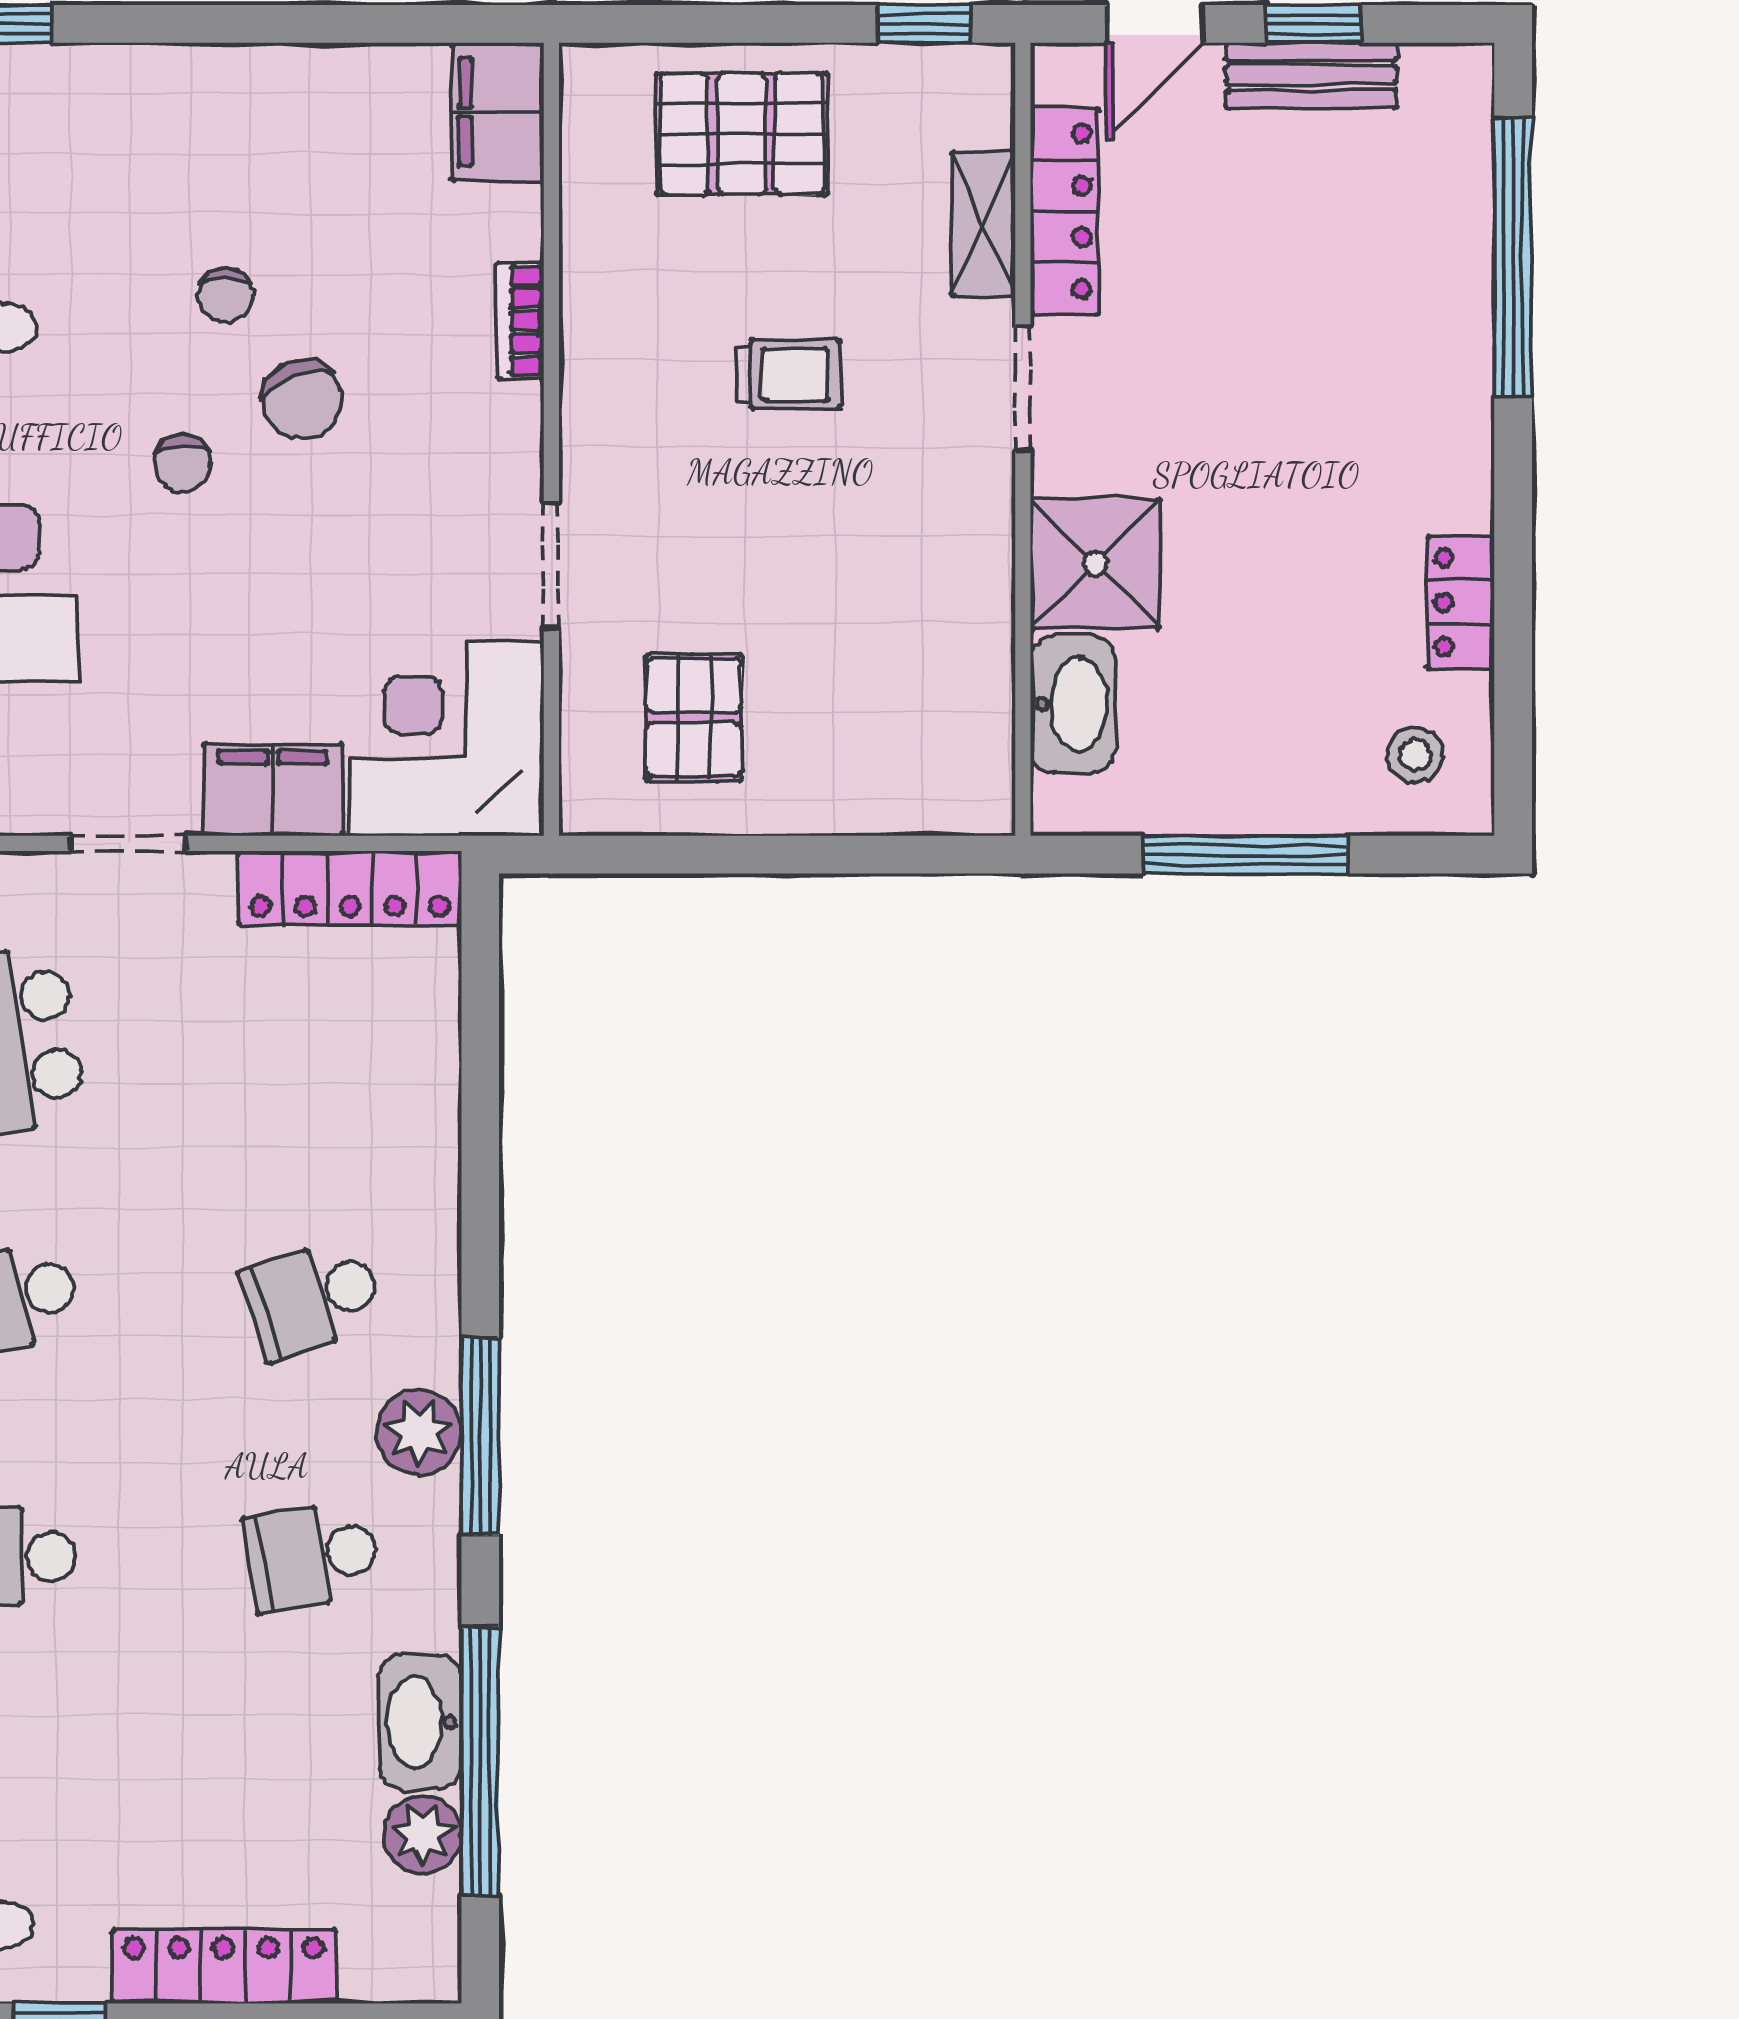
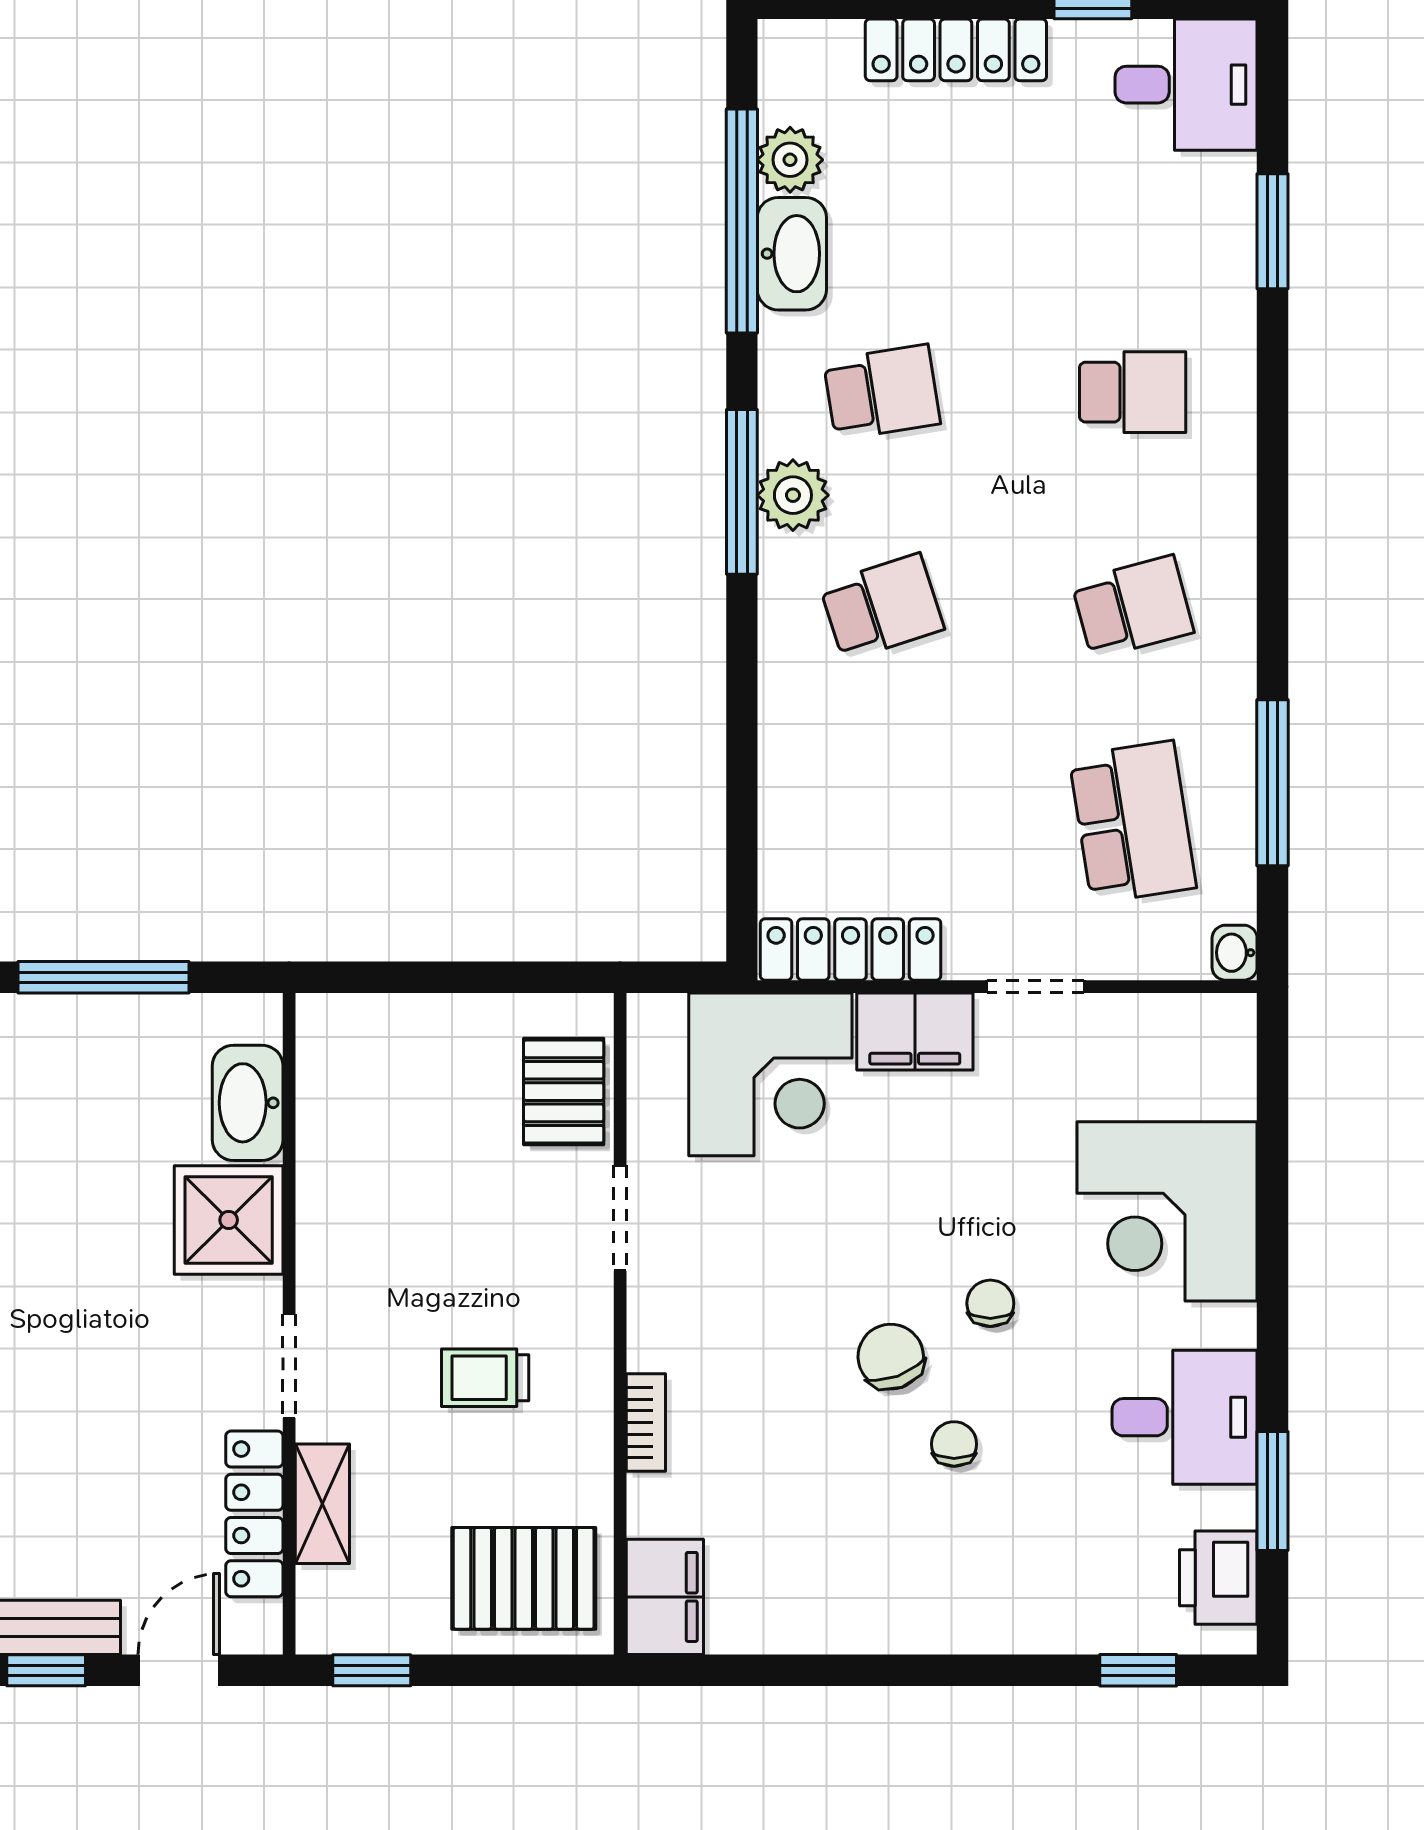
filing cabinet: (498, 112) -> (665, 1597), moved
bookcase: (520, 321) -> (646, 1423), moved
wall: (551, 439) -> (620, 1324), moved
doorway: (551, 566) -> (620, 1218), moved

